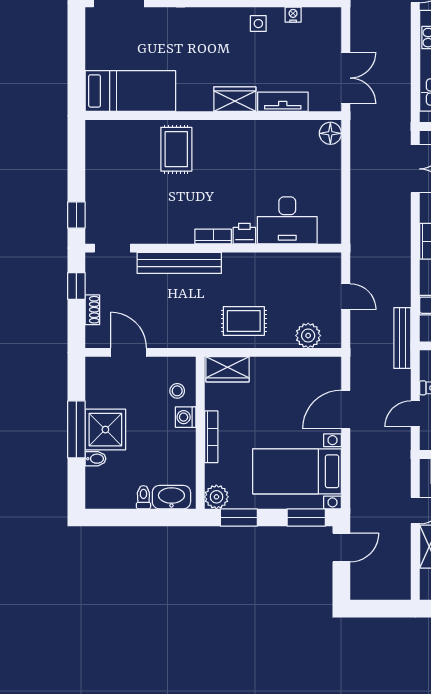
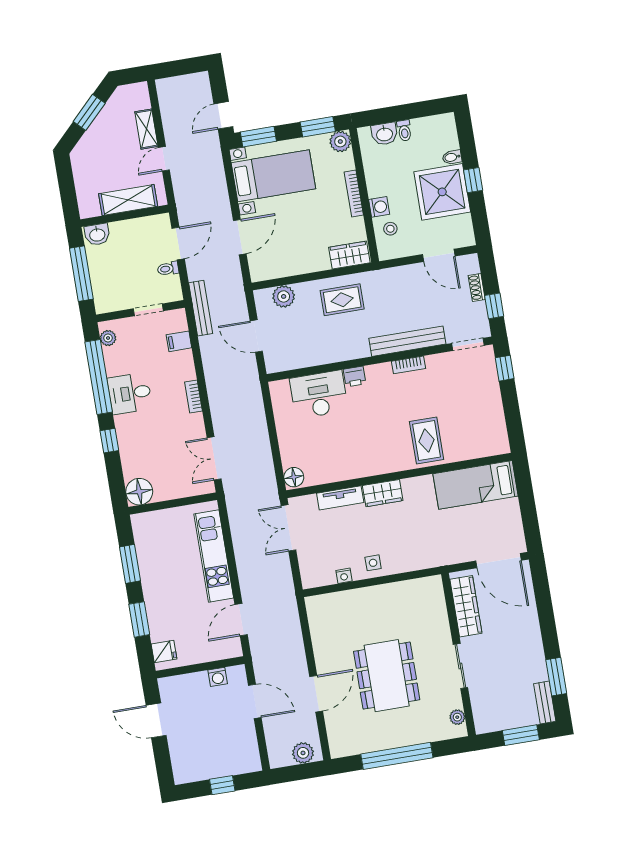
bookcase: (213, 236) -> (408, 365), moved
door: (346, 297) -> (256, 336), width x1.38
door: (415, 414) -> (178, 244), width x1.38
window: (76, 429) -> (473, 180), width x0.46
shower: (105, 430) -> (442, 192), width x1.37, depth x1.37
washbasin: (171, 497) -> (384, 134), width x0.72

